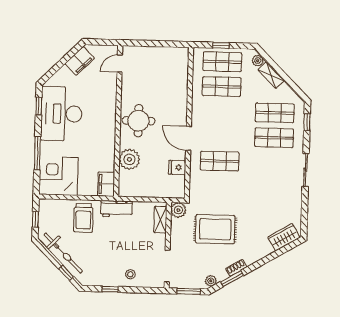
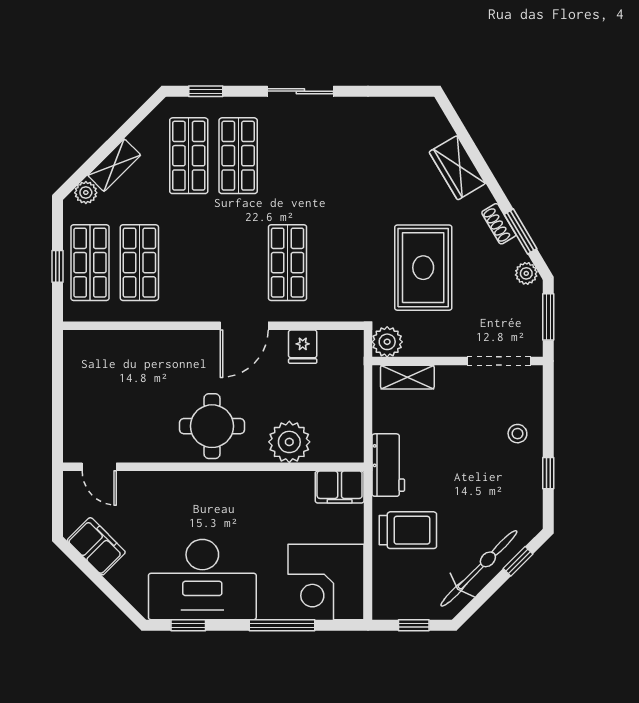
wardrobe: (284, 237) -> (457, 168), moved

